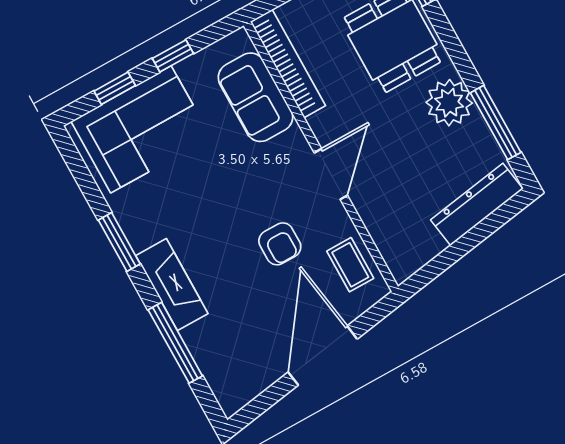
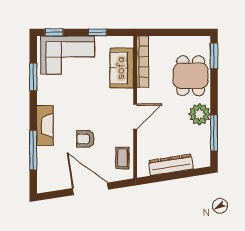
window: (115, 88) -> (54, 32), moved
dresser: (477, 204) -> (171, 165), moved
window: (119, 242) -> (33, 77), moved
armchair: (280, 244) -> (85, 139), moved, turned 90
door: (323, 356) -> (90, 189), hinge flipped

